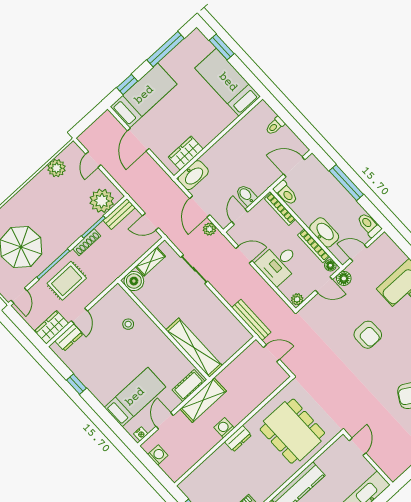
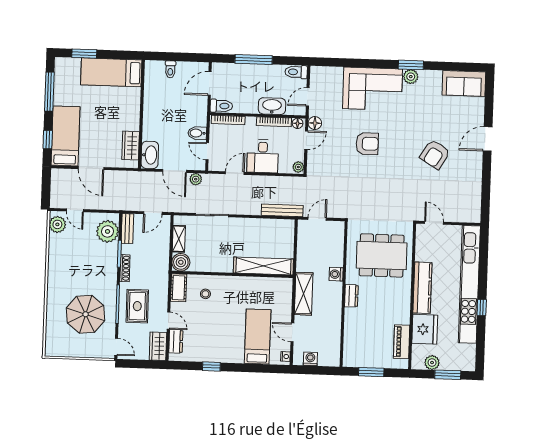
plant: (57, 168) -> (57, 224), moved
cot: (189, 386) -> (179, 288), moved
washing machine: (224, 428) -> (336, 274), moved

